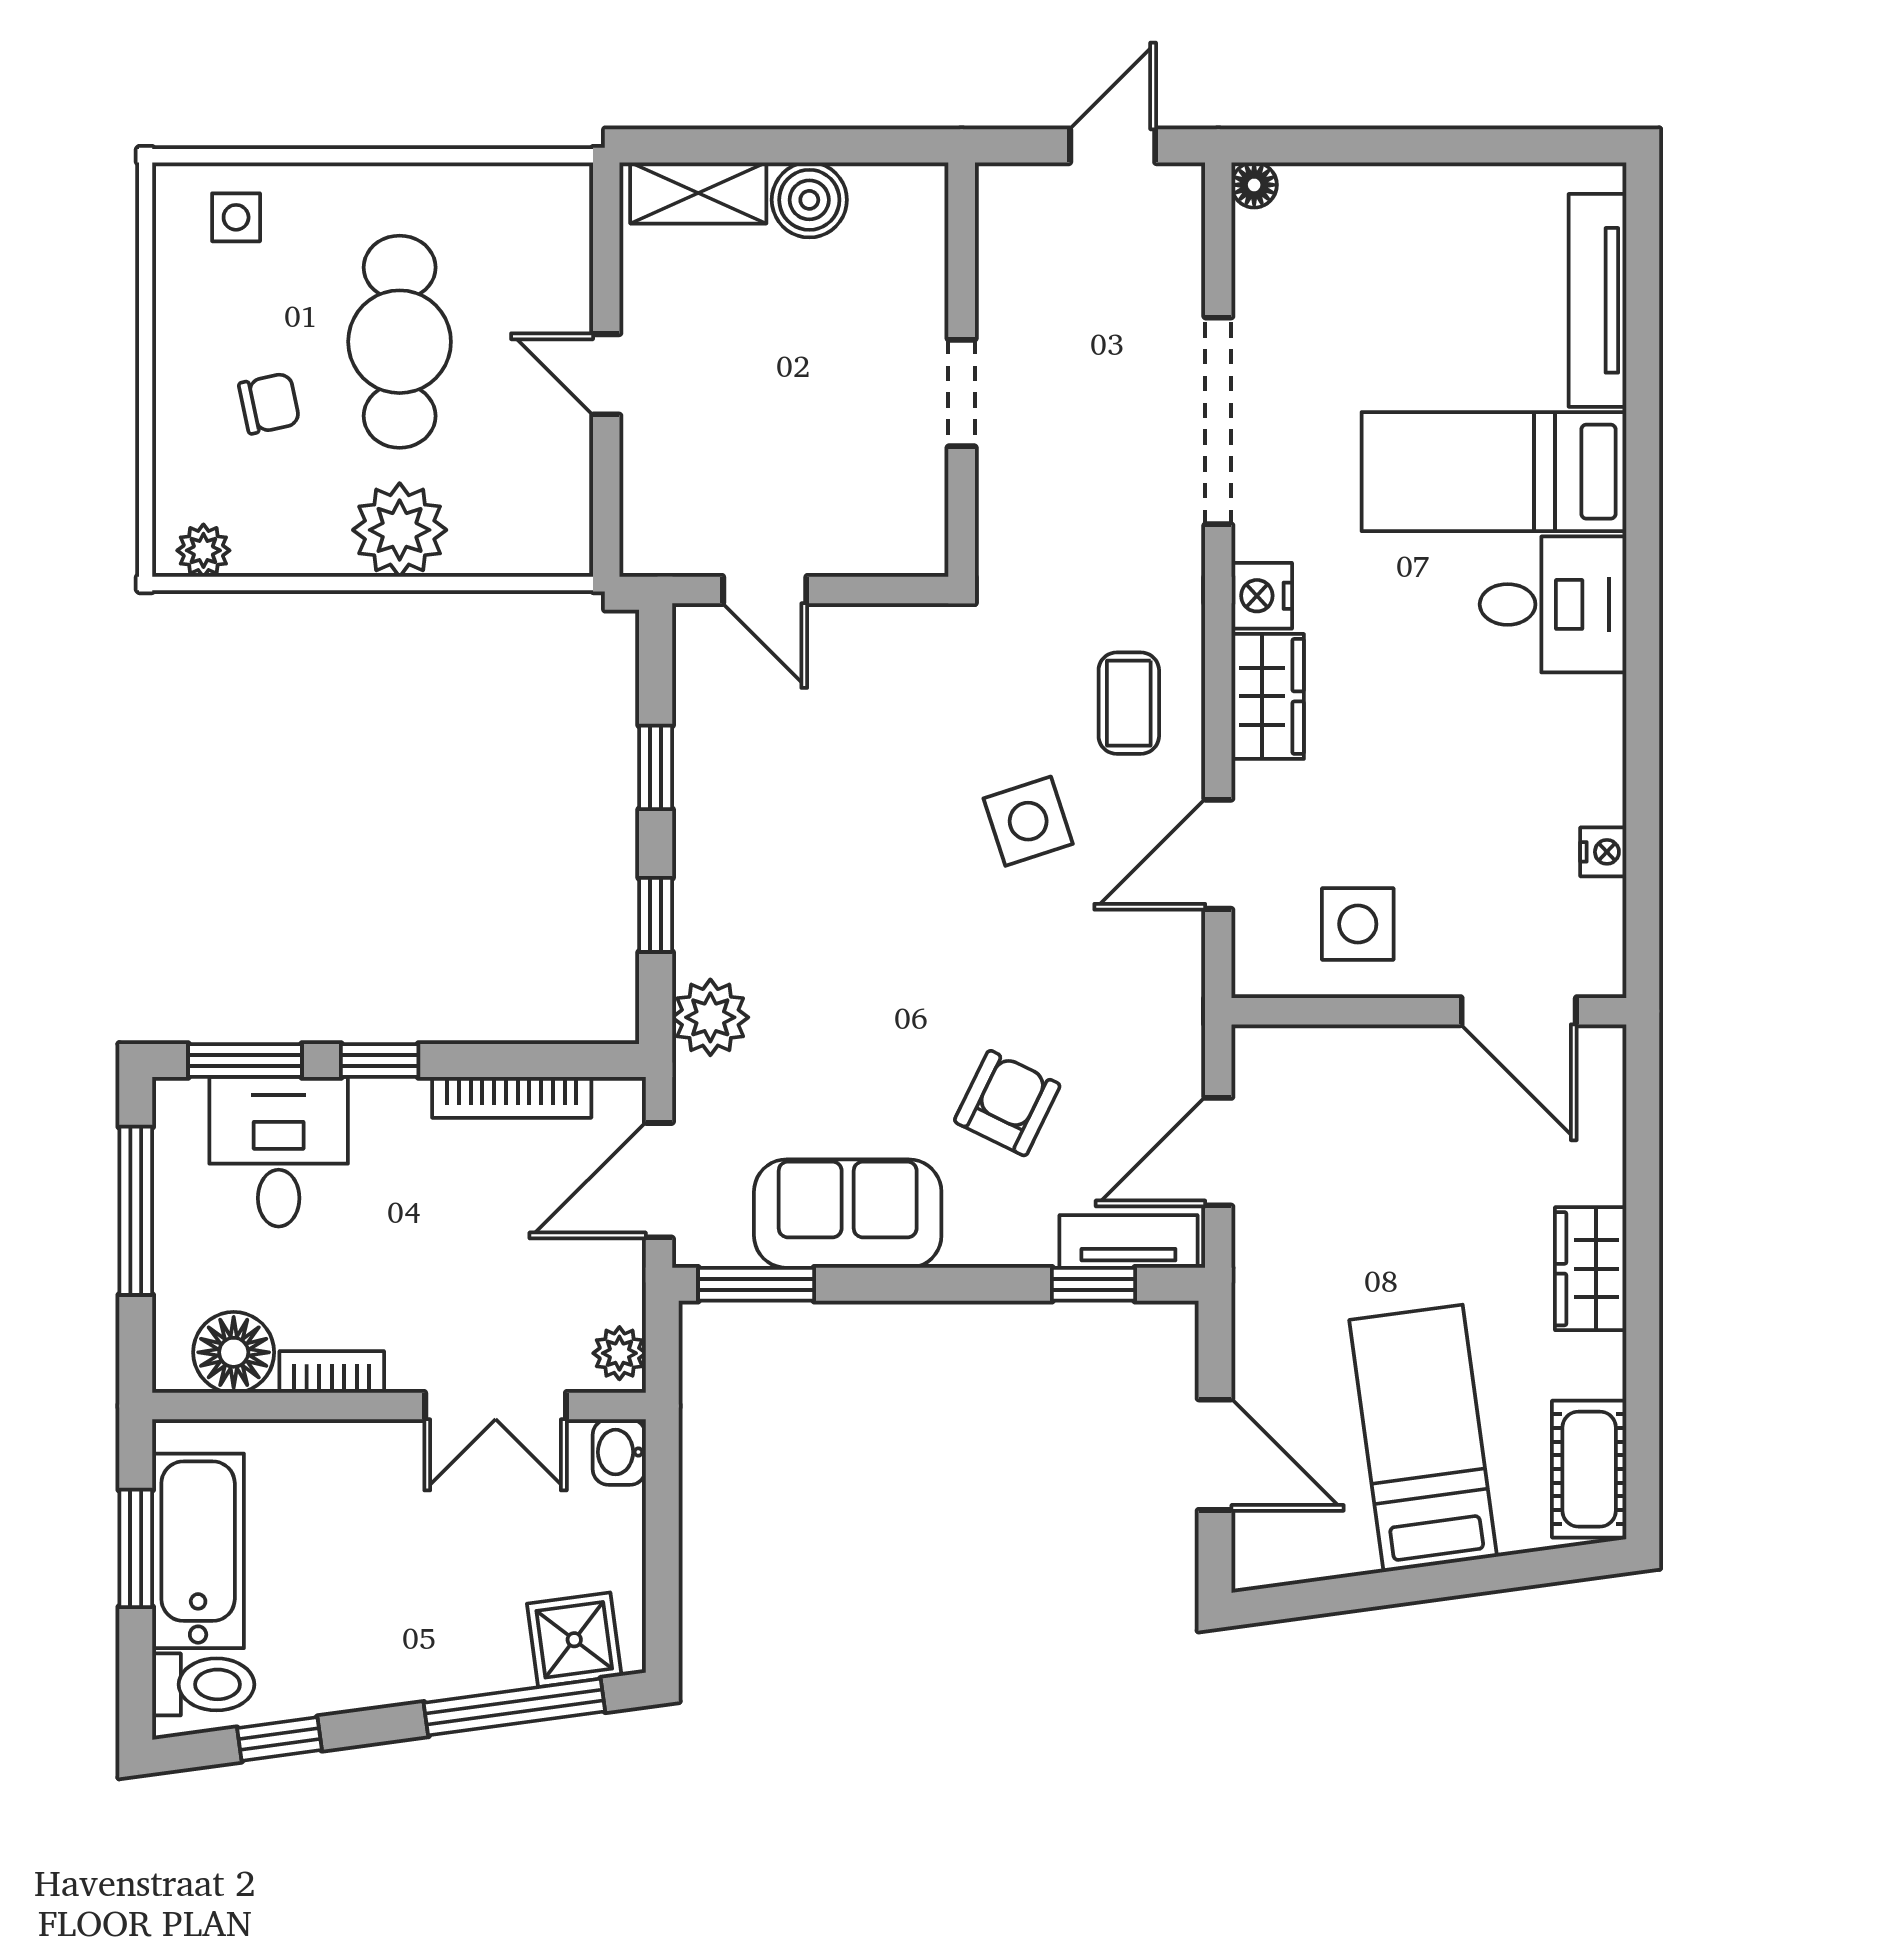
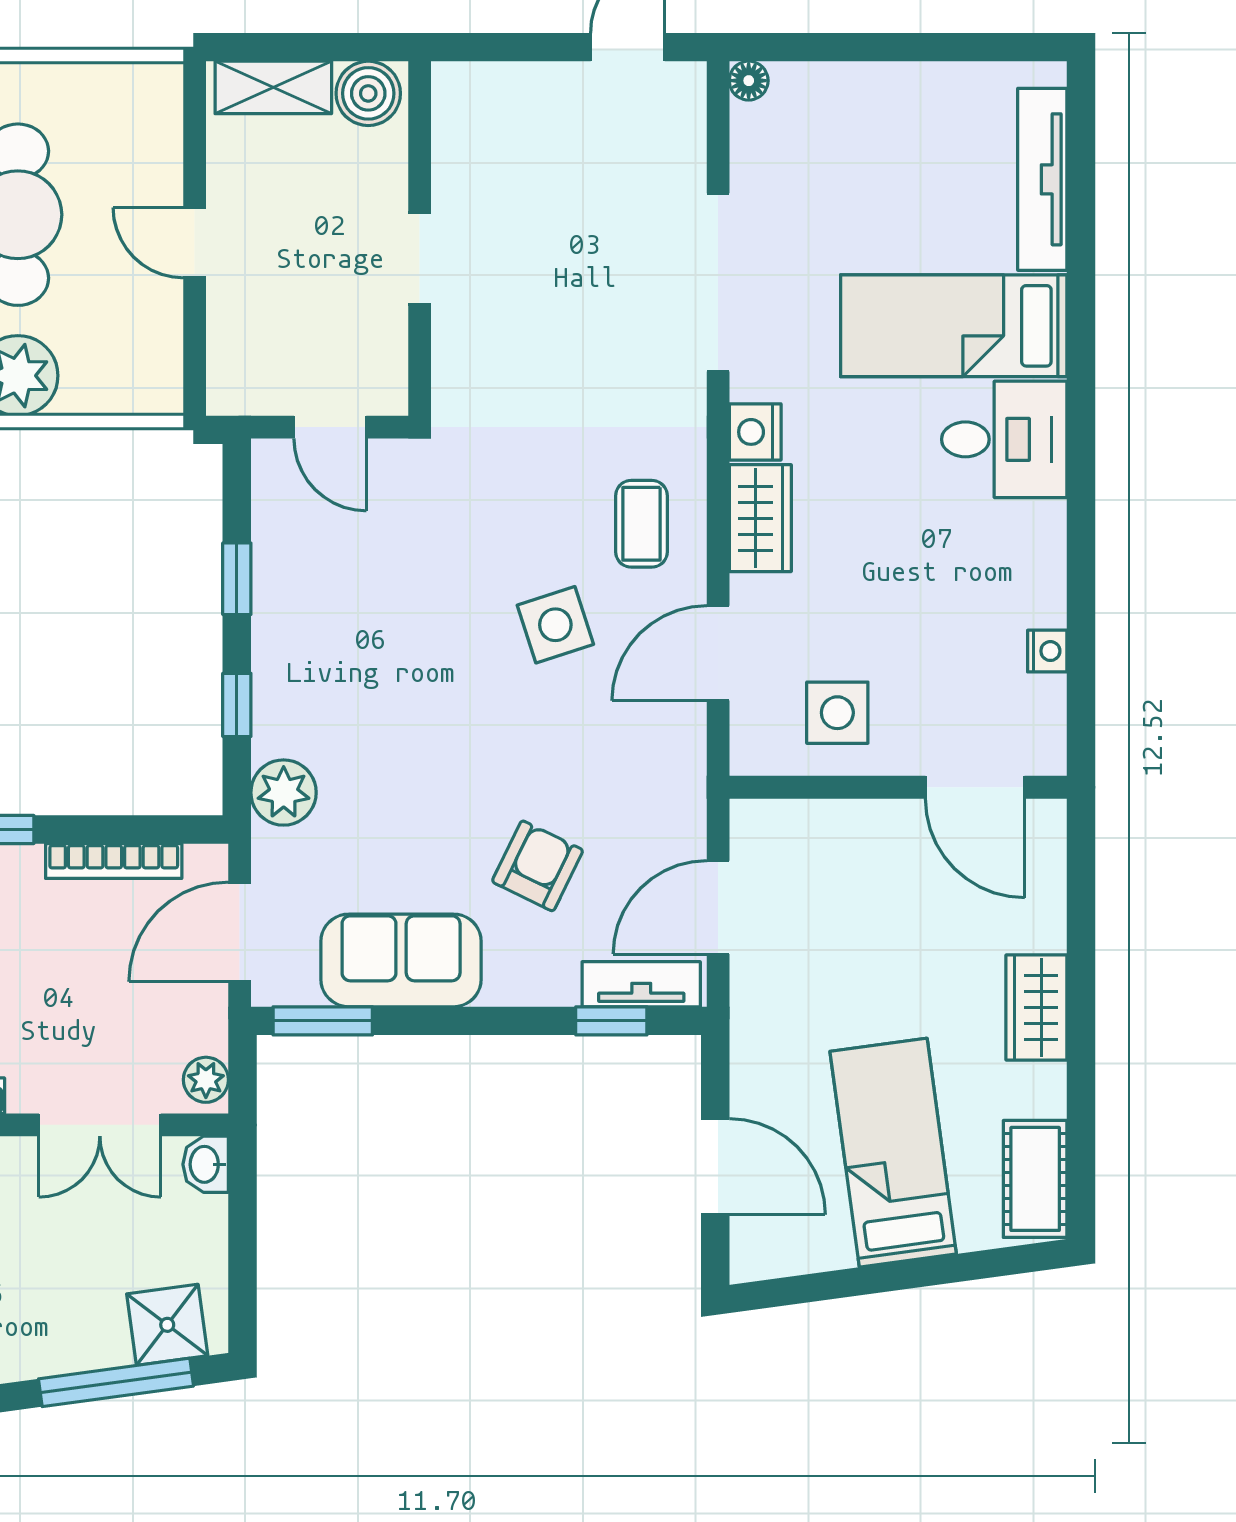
wall: (962, 370) -> (420, 239), moved
doorway: (962, 393) -> (420, 259), moved

